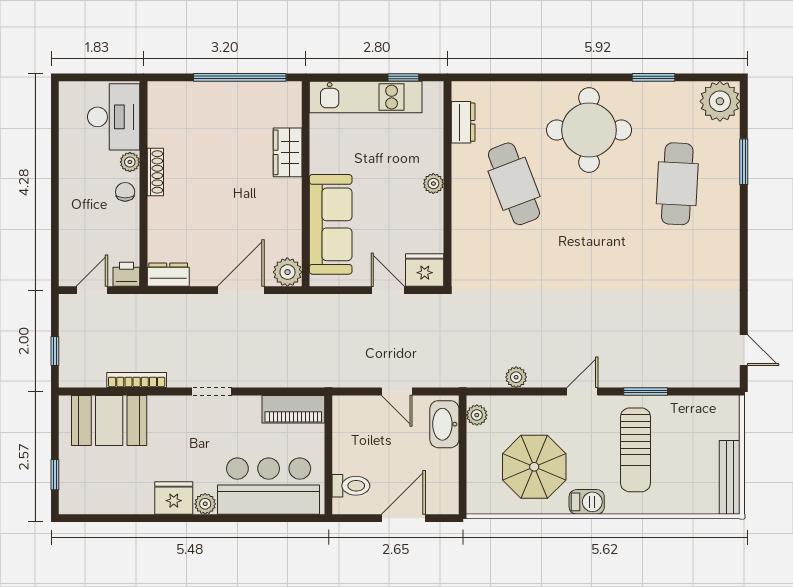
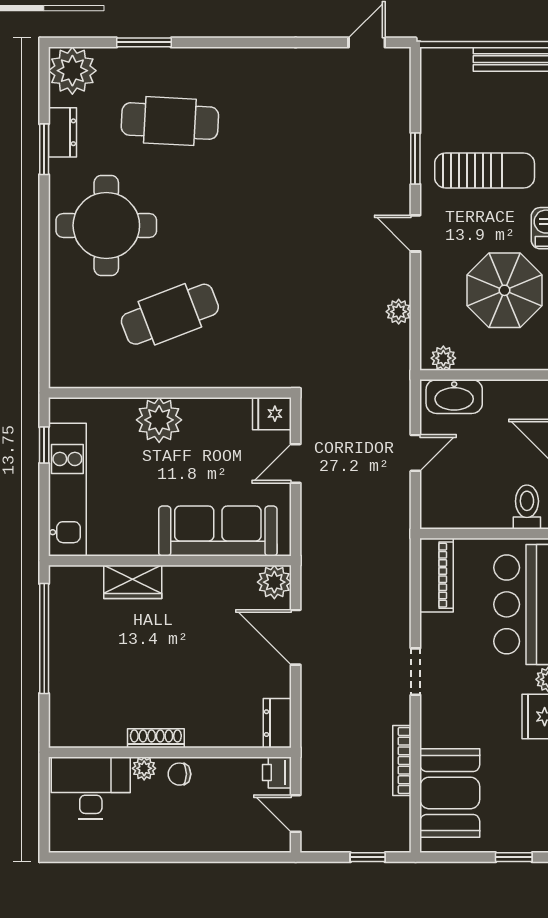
dresser: (463, 122) -> (63, 132), moved, turned 90
plant: (433, 184) -> (159, 420), width x1.87, depth x1.87
fridge: (425, 270) -> (272, 414), width x0.72

